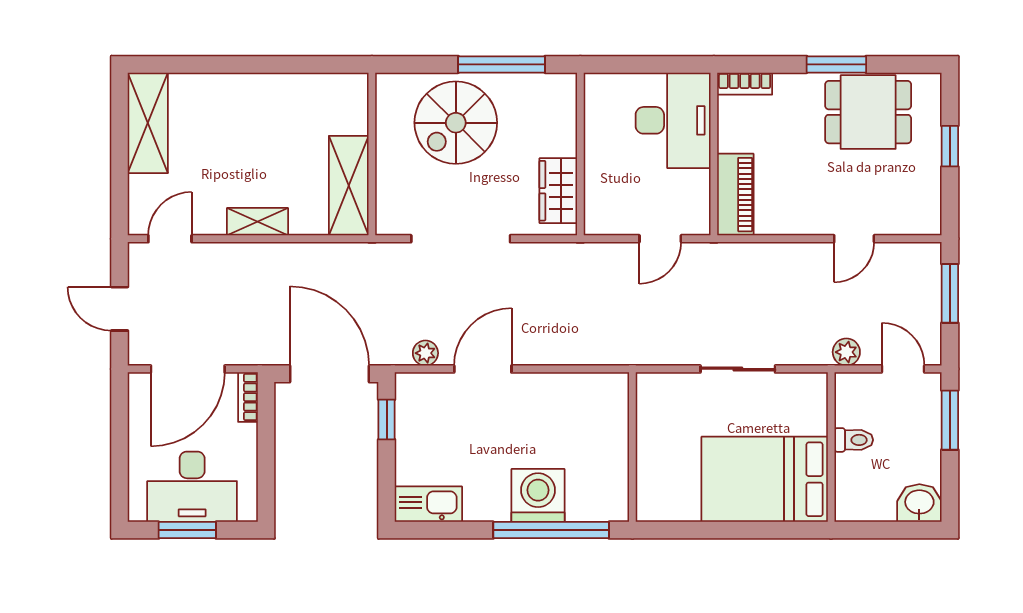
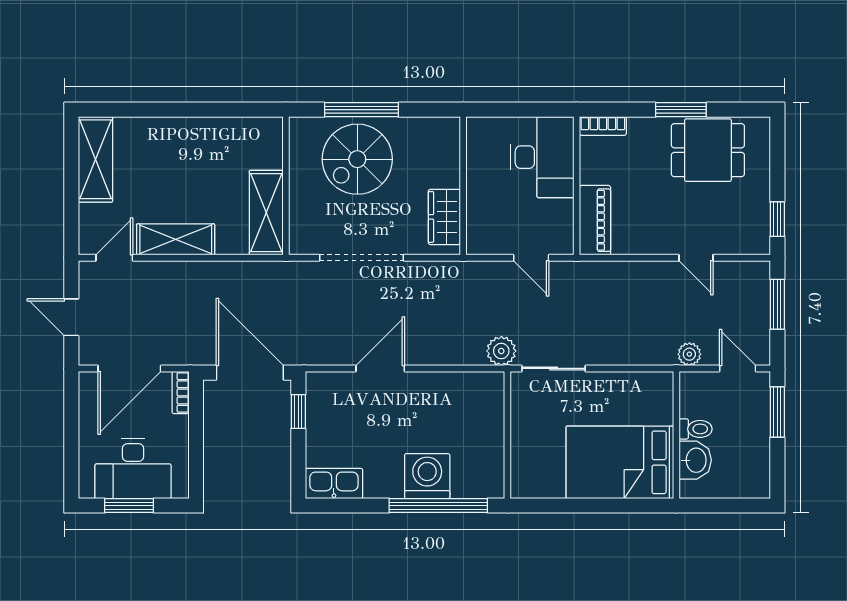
window: (502, 64) -> (361, 110), moved
window: (950, 146) -> (777, 219), moved
shelving: (257, 222) -> (176, 239), width x1.50, depth x1.33
door: (660, 239) -> (531, 258), hinge flipped
door: (854, 239) -> (696, 258), hinge flipped
plant: (425, 353) -> (501, 351), moved, width x1.38, depth x1.38
sliding door: (738, 369) -> (554, 368), moved
washbasin: (919, 503) -> (695, 460), moved, turned 90

